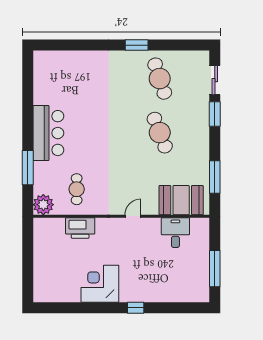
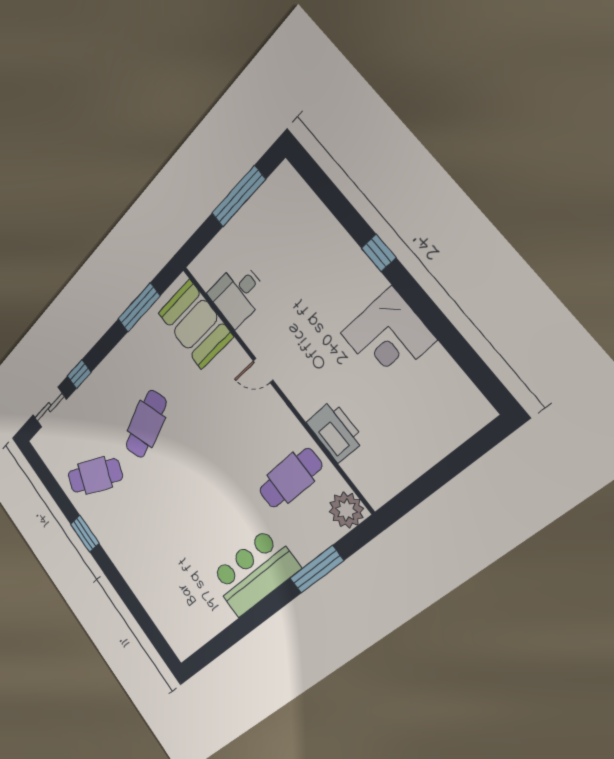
cafe table: (160, 79) -> (95, 476), turned 42
window: (215, 114) -> (79, 374), width x0.67
cafe table: (77, 189) -> (290, 478), width x1.37, depth x1.35

